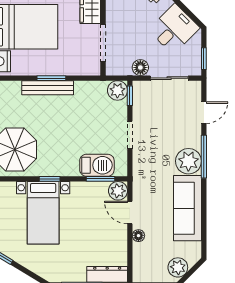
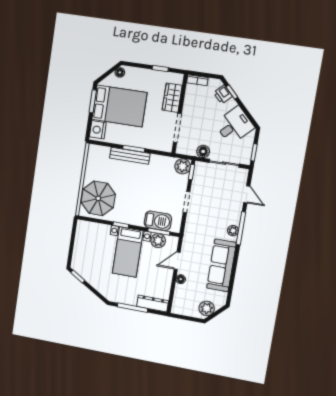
door: (204, 113) -> (247, 194), hinge flipped
plant: (188, 161) -> (233, 231), width x0.53, depth x0.53
plant: (118, 191) -> (158, 241), moved
bed with nightstands: (43, 213) -> (128, 252), moved
door: (130, 213) -> (177, 261), hinge flipped

